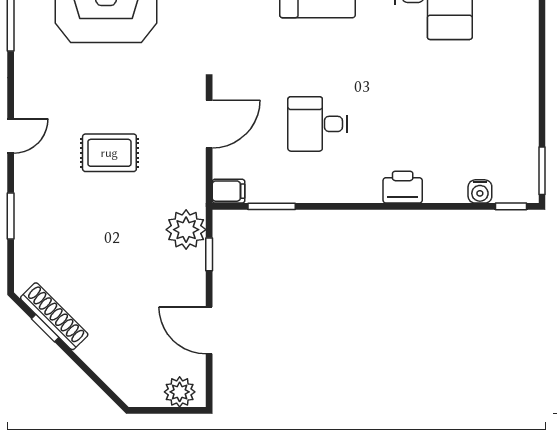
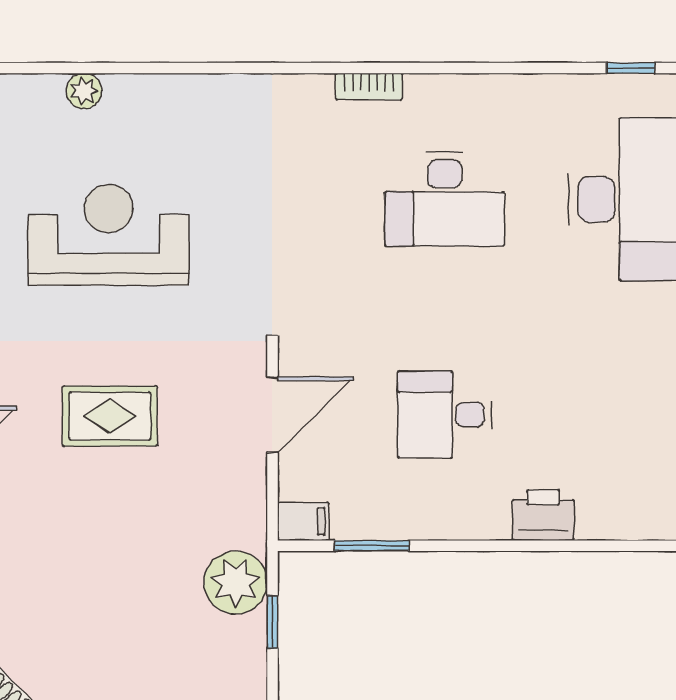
rug: (109, 153) -> (110, 416), moved
printer: (403, 187) -> (543, 515), moved

